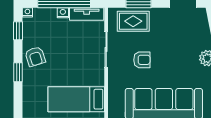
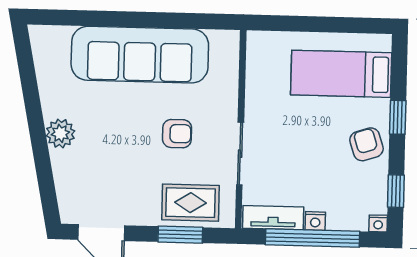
armchair: (142, 60) -> (177, 134), turned 180
bed: (76, 99) -> (341, 74), moved, turned 180

